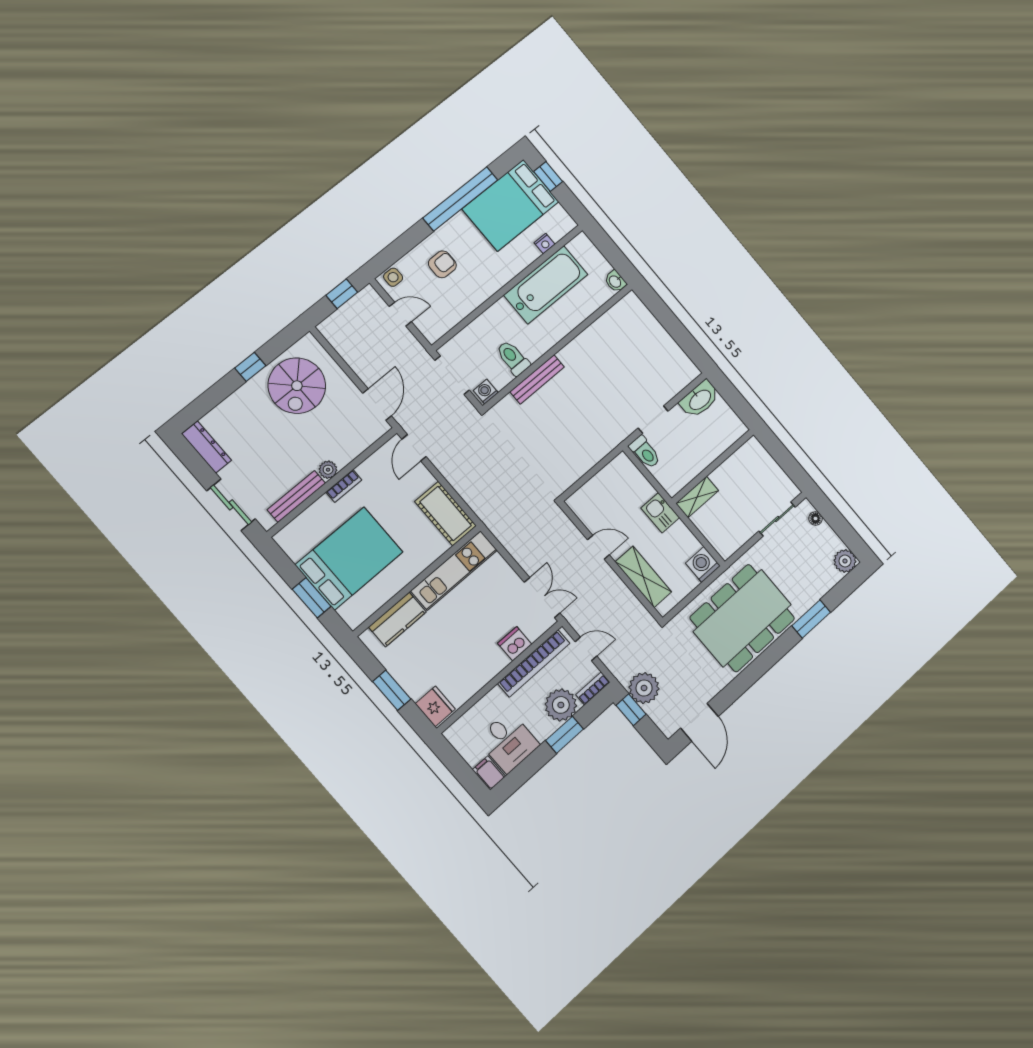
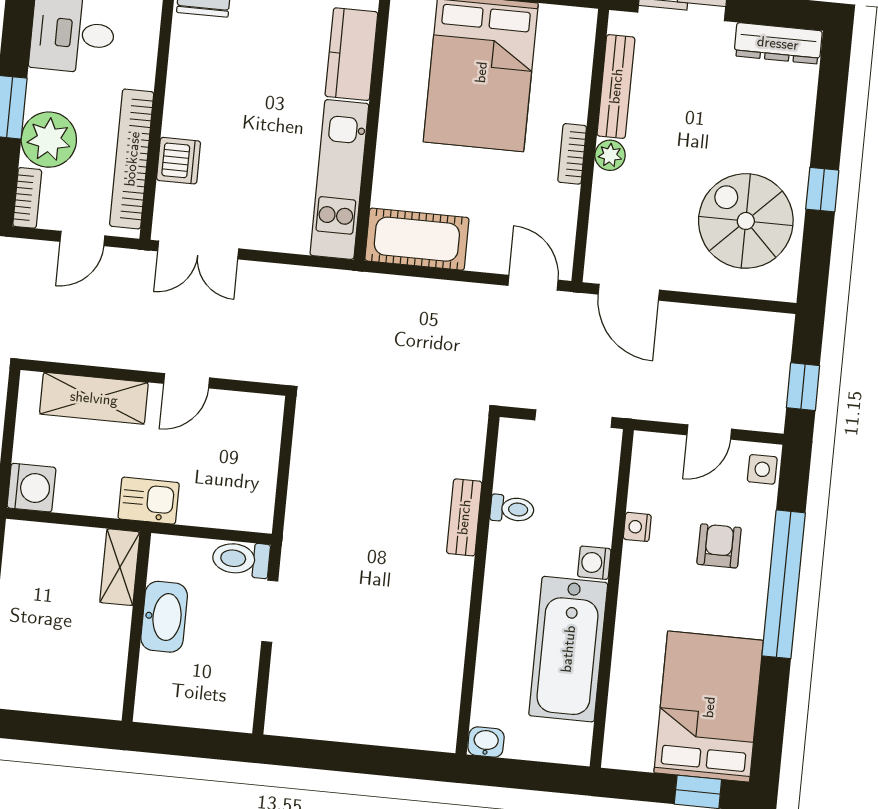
window: (460, 199) -> (784, 584), moved
nightstand: (545, 243) -> (637, 527), moved
armchair: (442, 264) -> (719, 546), turned 180
toilet: (513, 358) -> (512, 509), width x0.73, depth x0.72
bench: (537, 379) -> (464, 517), width x0.73
washing machine: (486, 392) -> (594, 563), moved, turned 180
washbasin: (700, 399) -> (164, 617), moved, turned 180

